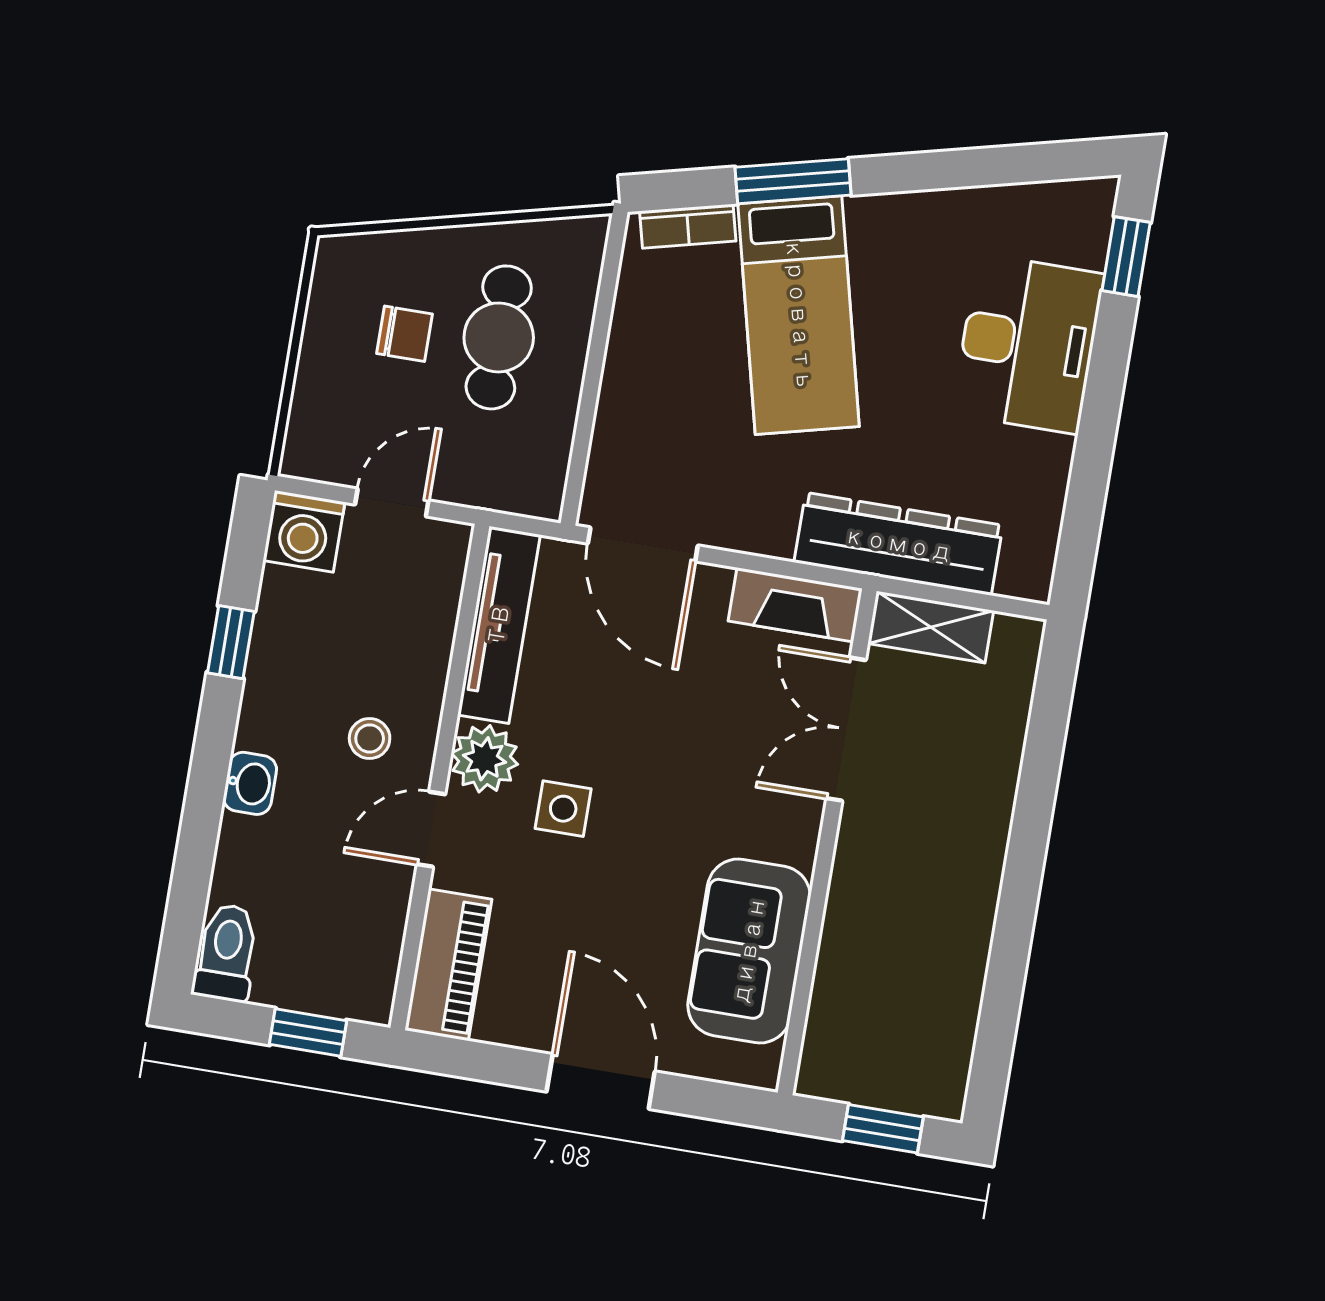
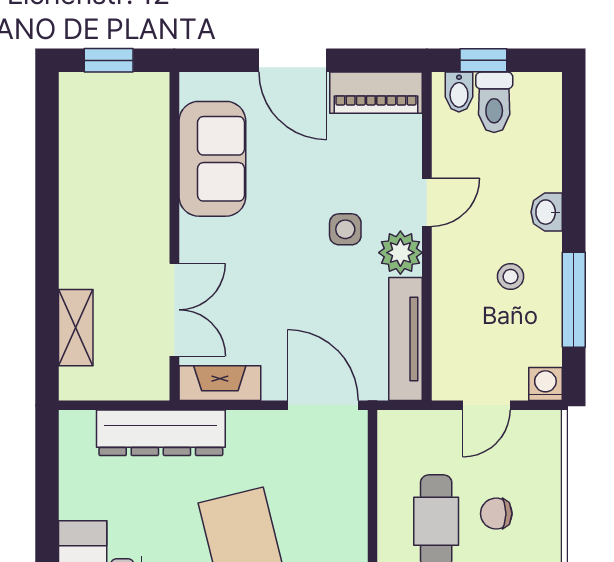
washing machine: (304, 531) -> (545, 384), width x0.73, depth x0.73
shelving: (931, 627) -> (76, 328), moved, turned 90
window: (231, 642) -> (574, 300), width x2.17
stool: (370, 738) -> (511, 277), moved
toilet: (226, 953) -> (494, 102), moved
piano: (448, 965) -> (376, 93), moved, turned -90
bidet: (353, 990) -> (459, 92), added

